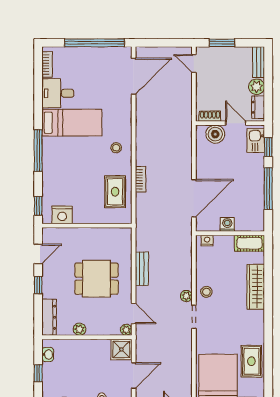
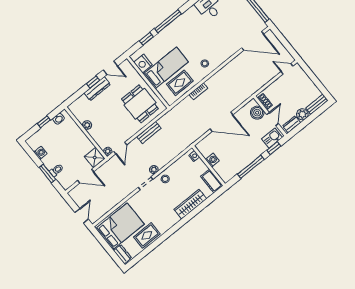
window: (222, 43) -> (311, 75), removed
door: (194, 64) -> (287, 69), hinge flipped
bed: (72, 123) -> (166, 68), moved, turned -90
door: (194, 198) -> (221, 122), moved
window: (38, 206) -> (146, 39), moved
dining table: (96, 279) -> (140, 104), moved
dresser: (49, 317) -> (97, 89), moved

